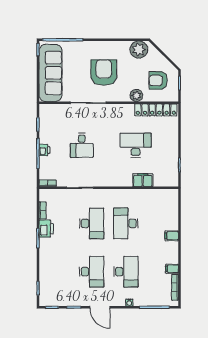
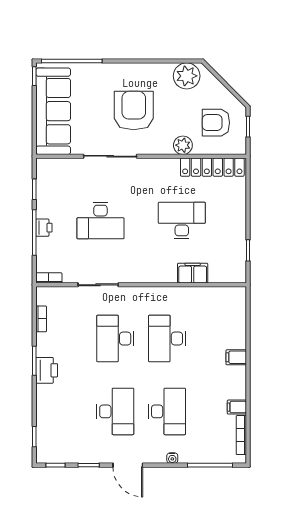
desk: (82, 145) -> (100, 221), width x1.37
desk: (92, 223) -> (115, 339), turned 180
printer: (46, 229) -> (47, 370), moved

